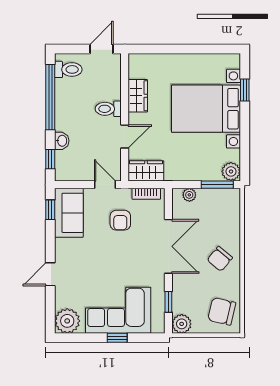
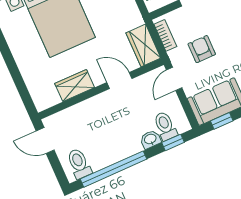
toilet: (108, 109) -> (165, 126), moved, turned 180
armchair: (120, 220) -> (202, 49), turned -90

